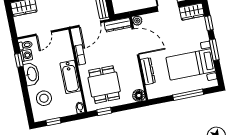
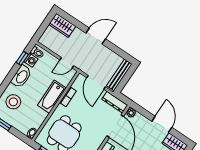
door: (90, 24) -> (96, 82), hinge flipped
door: (44, 33) -> (67, 63), moved
bathtub: (70, 77) -> (52, 97), moved

